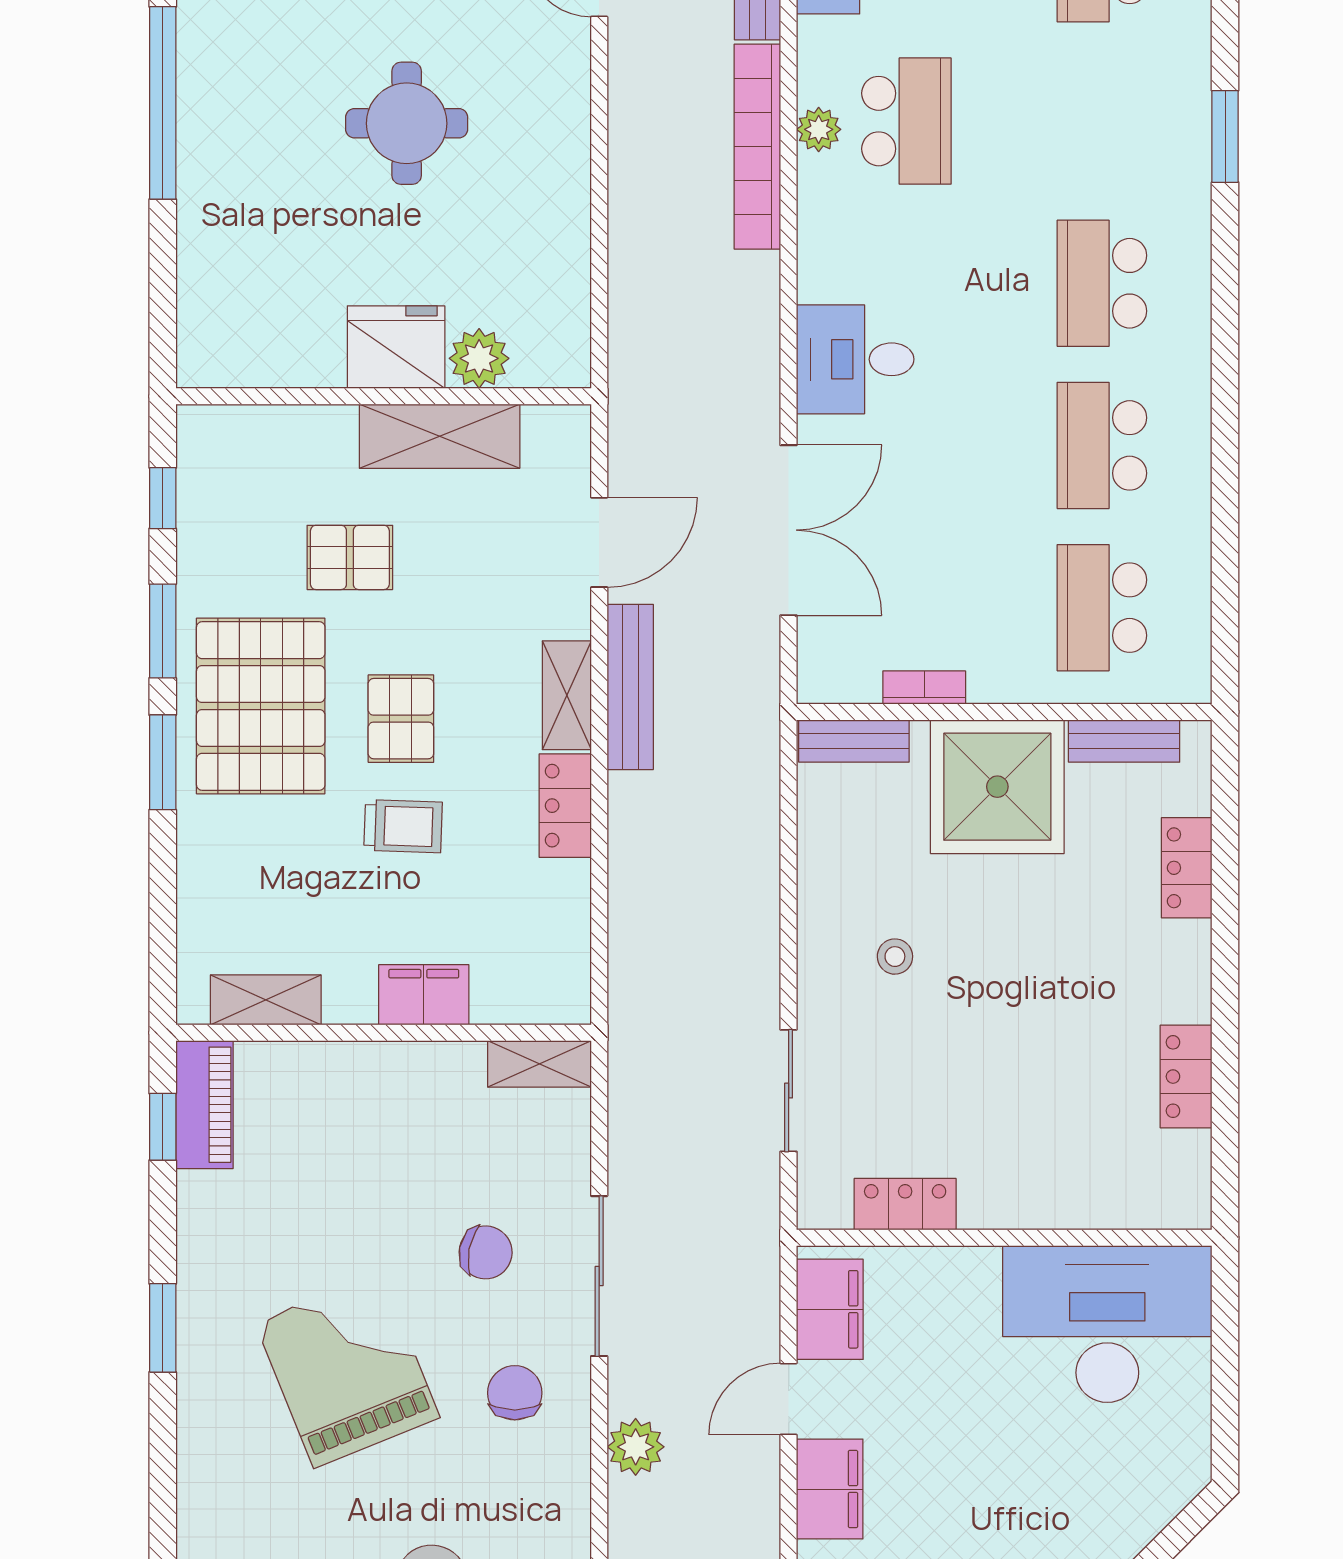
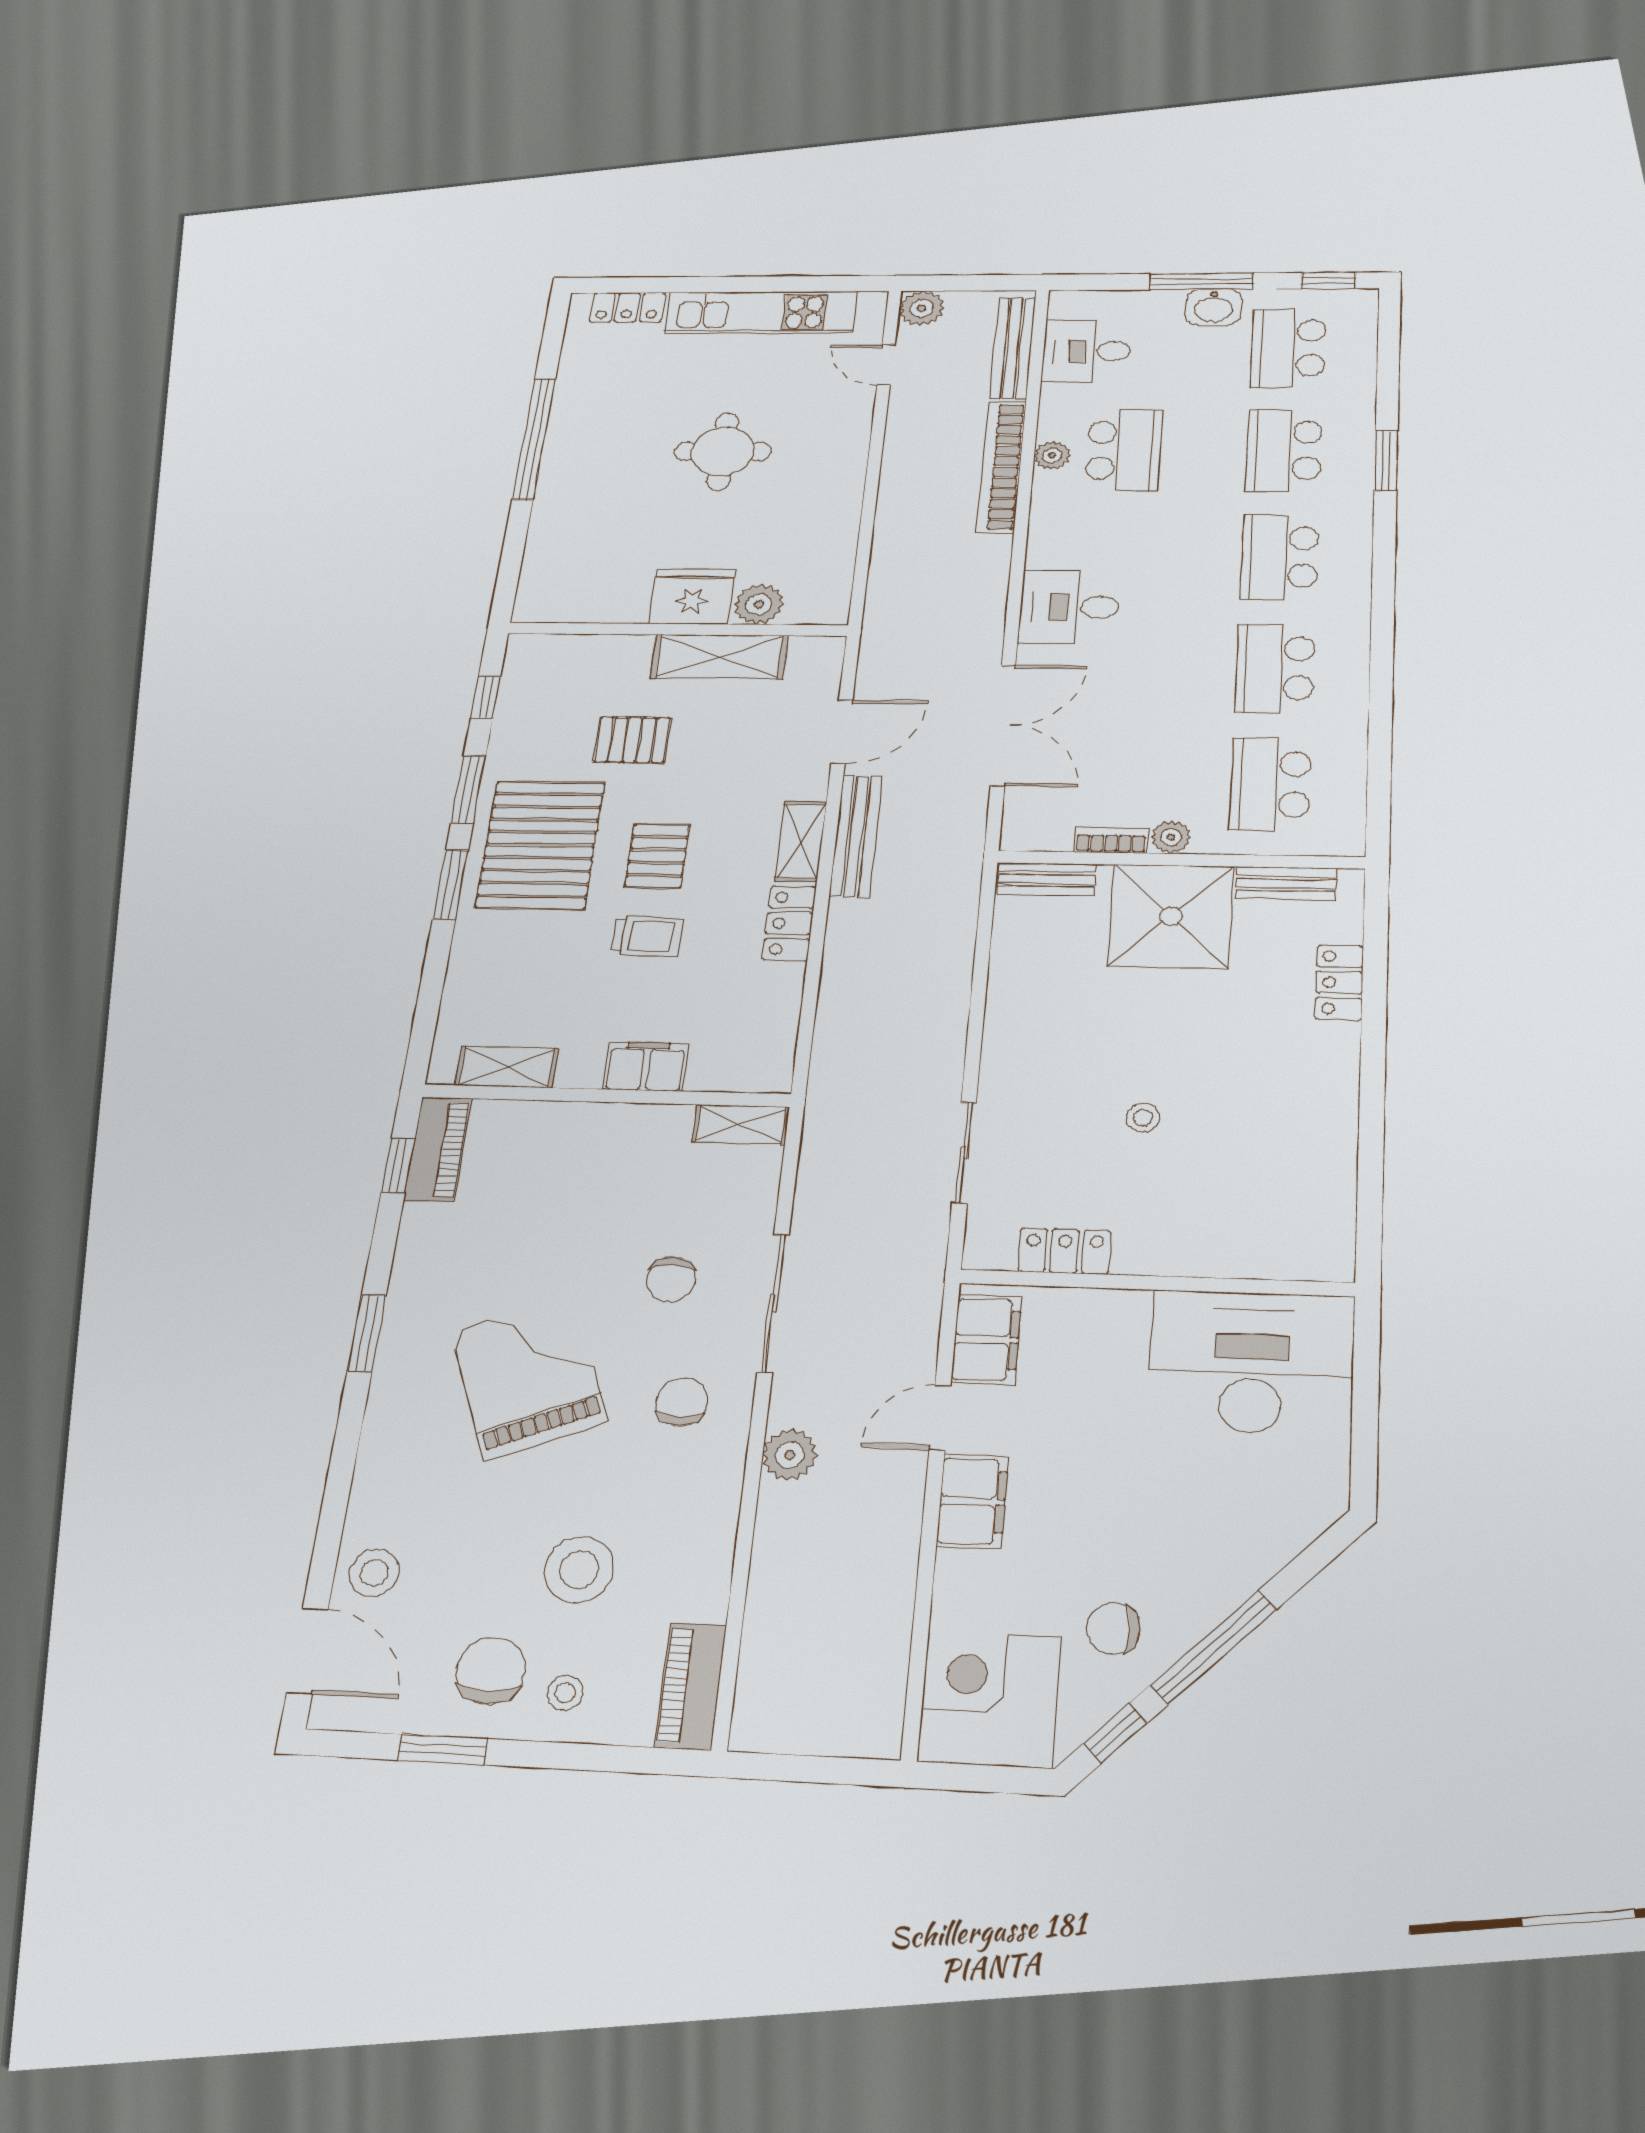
school desk: (1102, 121) -> (1284, 450), added
plant: (992, 682) -> (1171, 837), added
stool: (895, 957) -> (1143, 1118), moved
locker: (1186, 1077) -> (1334, 1151), removed
chair: (486, 1252) -> (671, 1279), turned 79

